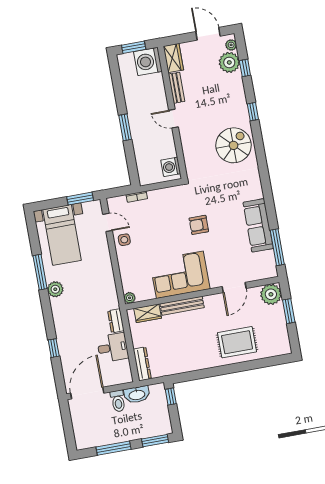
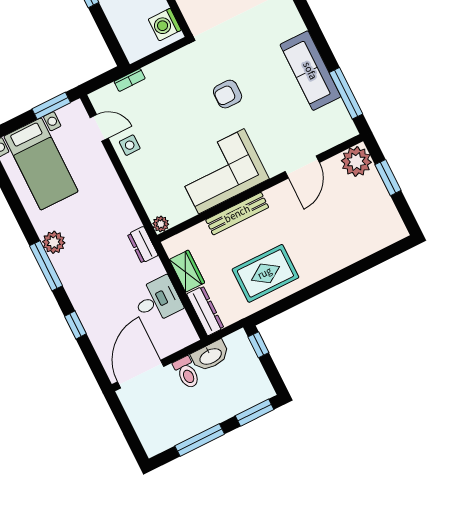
window: (40, 272) -> (46, 266), moved
wardrobe: (148, 313) -> (187, 271), moved, turned -90
dresser: (116, 321) -> (143, 245), moved
rug: (237, 342) -> (265, 273), moved

